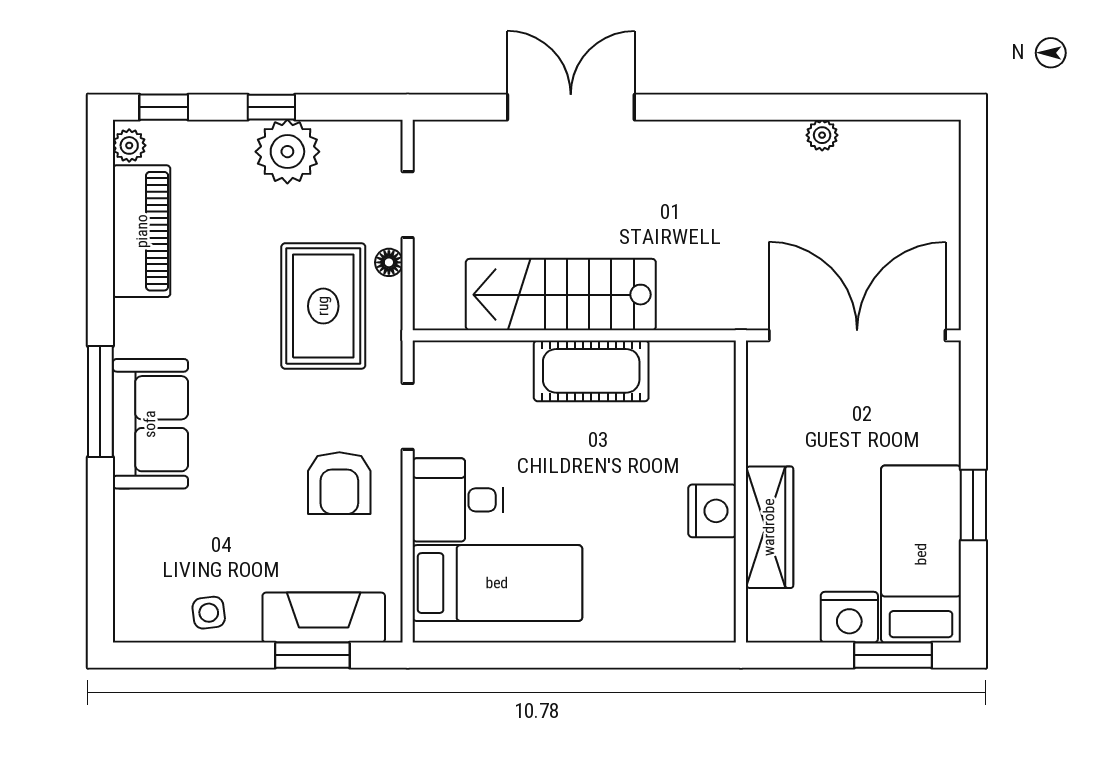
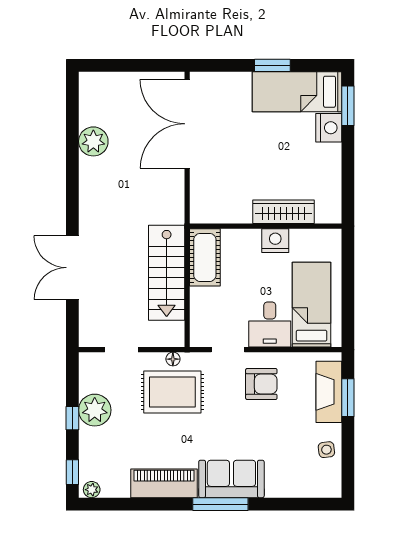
plant: (822, 135) -> (93, 141), width x1.88, depth x1.88
piano: (142, 231) -> (164, 483), moved
floor lamp: (389, 262) -> (173, 359), moved
wall: (741, 492) -> (266, 226), moved
nightstand: (712, 511) -> (275, 241), moved
wardrobe: (769, 527) -> (284, 212), moved

